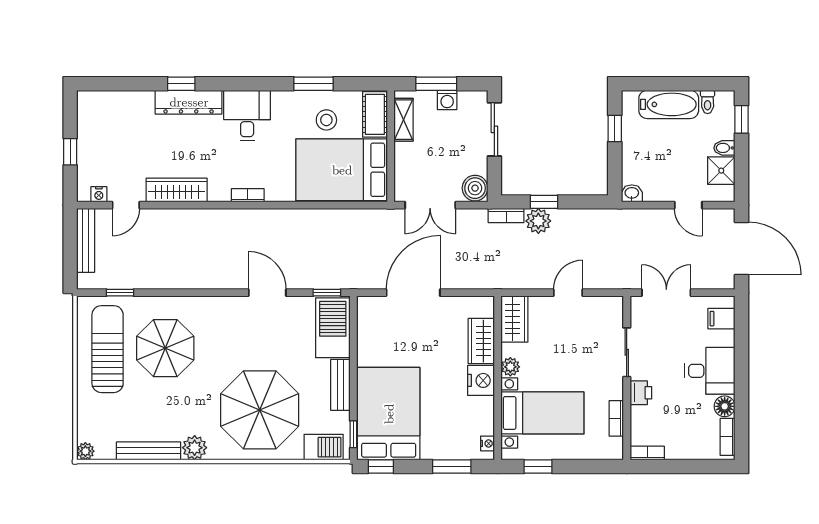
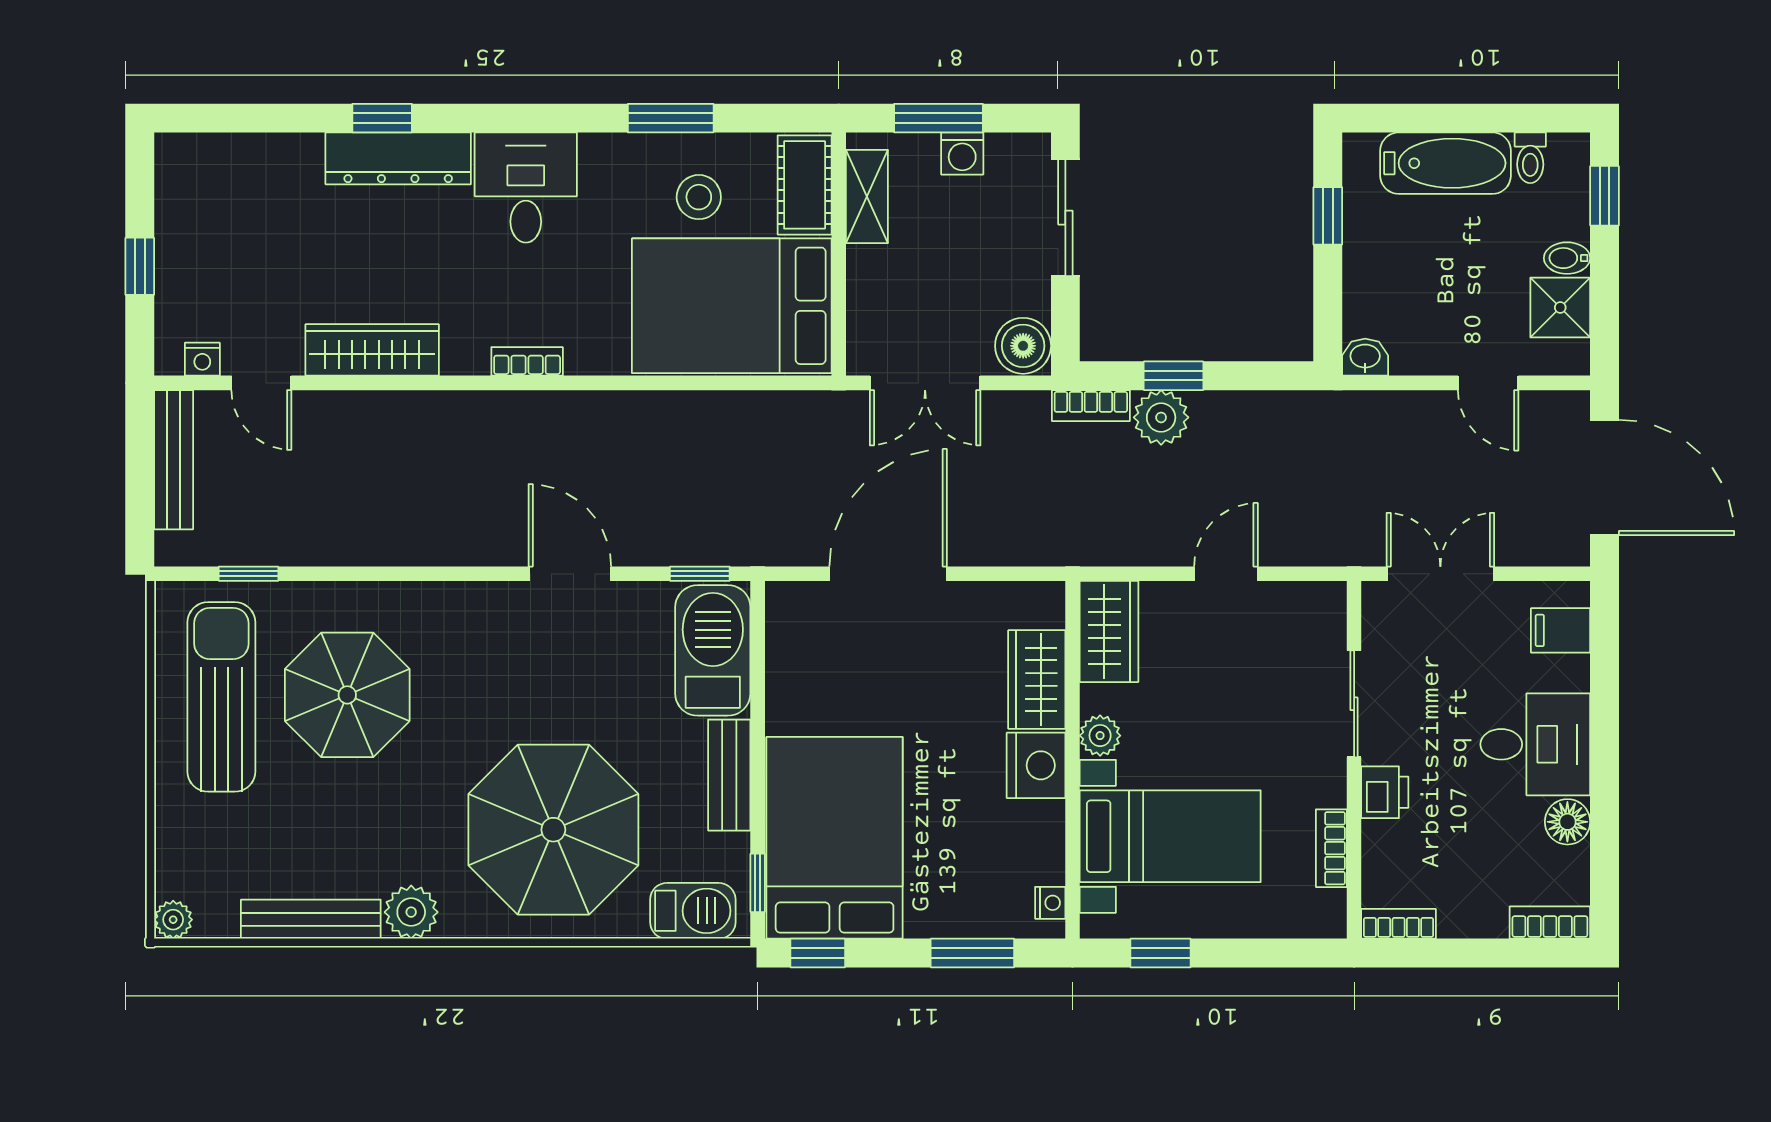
door: (126, 205) -> (261, 383), hinge flipped
bookcase: (728, 437) -> (1550, 923), moved, turned 90

